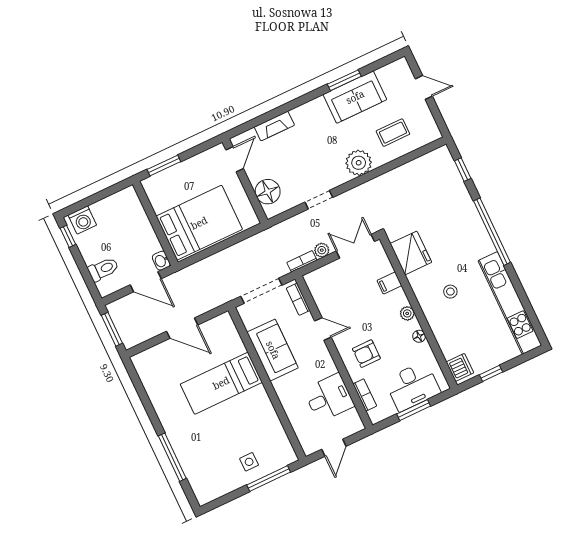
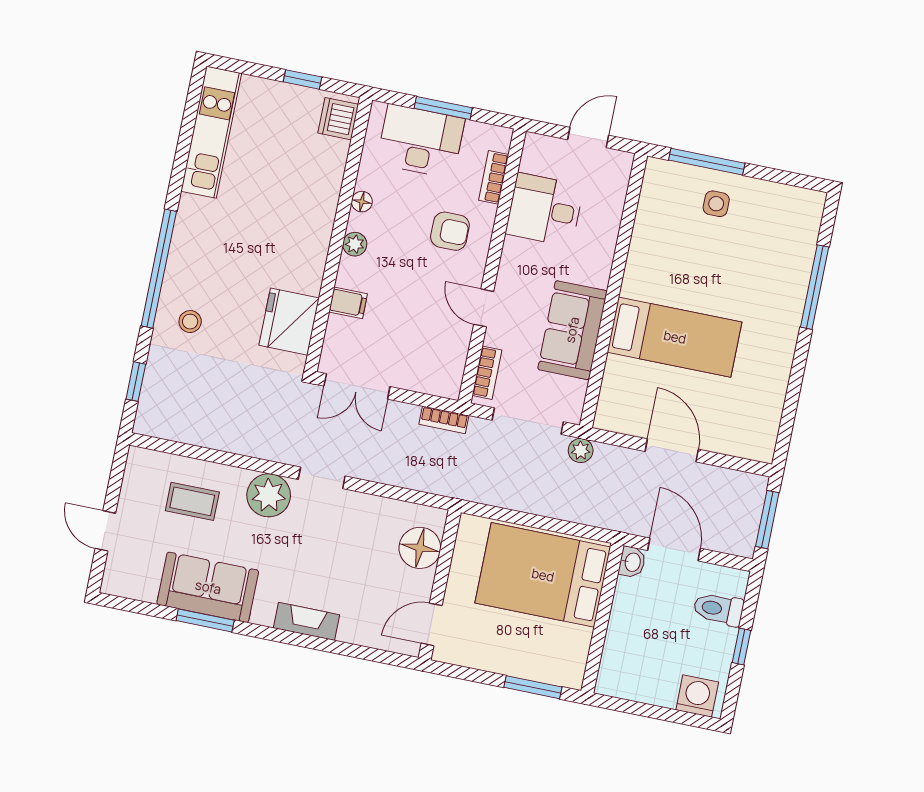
fireplace: (274, 126) -> (306, 621), moved
doorway: (319, 200) -> (322, 478), moved
window: (68, 236) -> (741, 647), moved
plant: (322, 250) -> (581, 450), moved
stool: (450, 292) -> (190, 322), moved
kitchen unit: (510, 303) -> (211, 132), width x0.73

